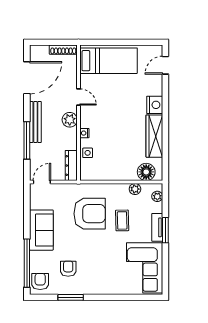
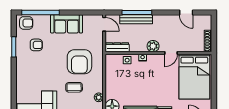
bed: (109, 61) -> (194, 77), width x1.50
door: (27, 78) -> (186, 13), width x0.53
bench: (35, 122) -> (136, 19), moved

